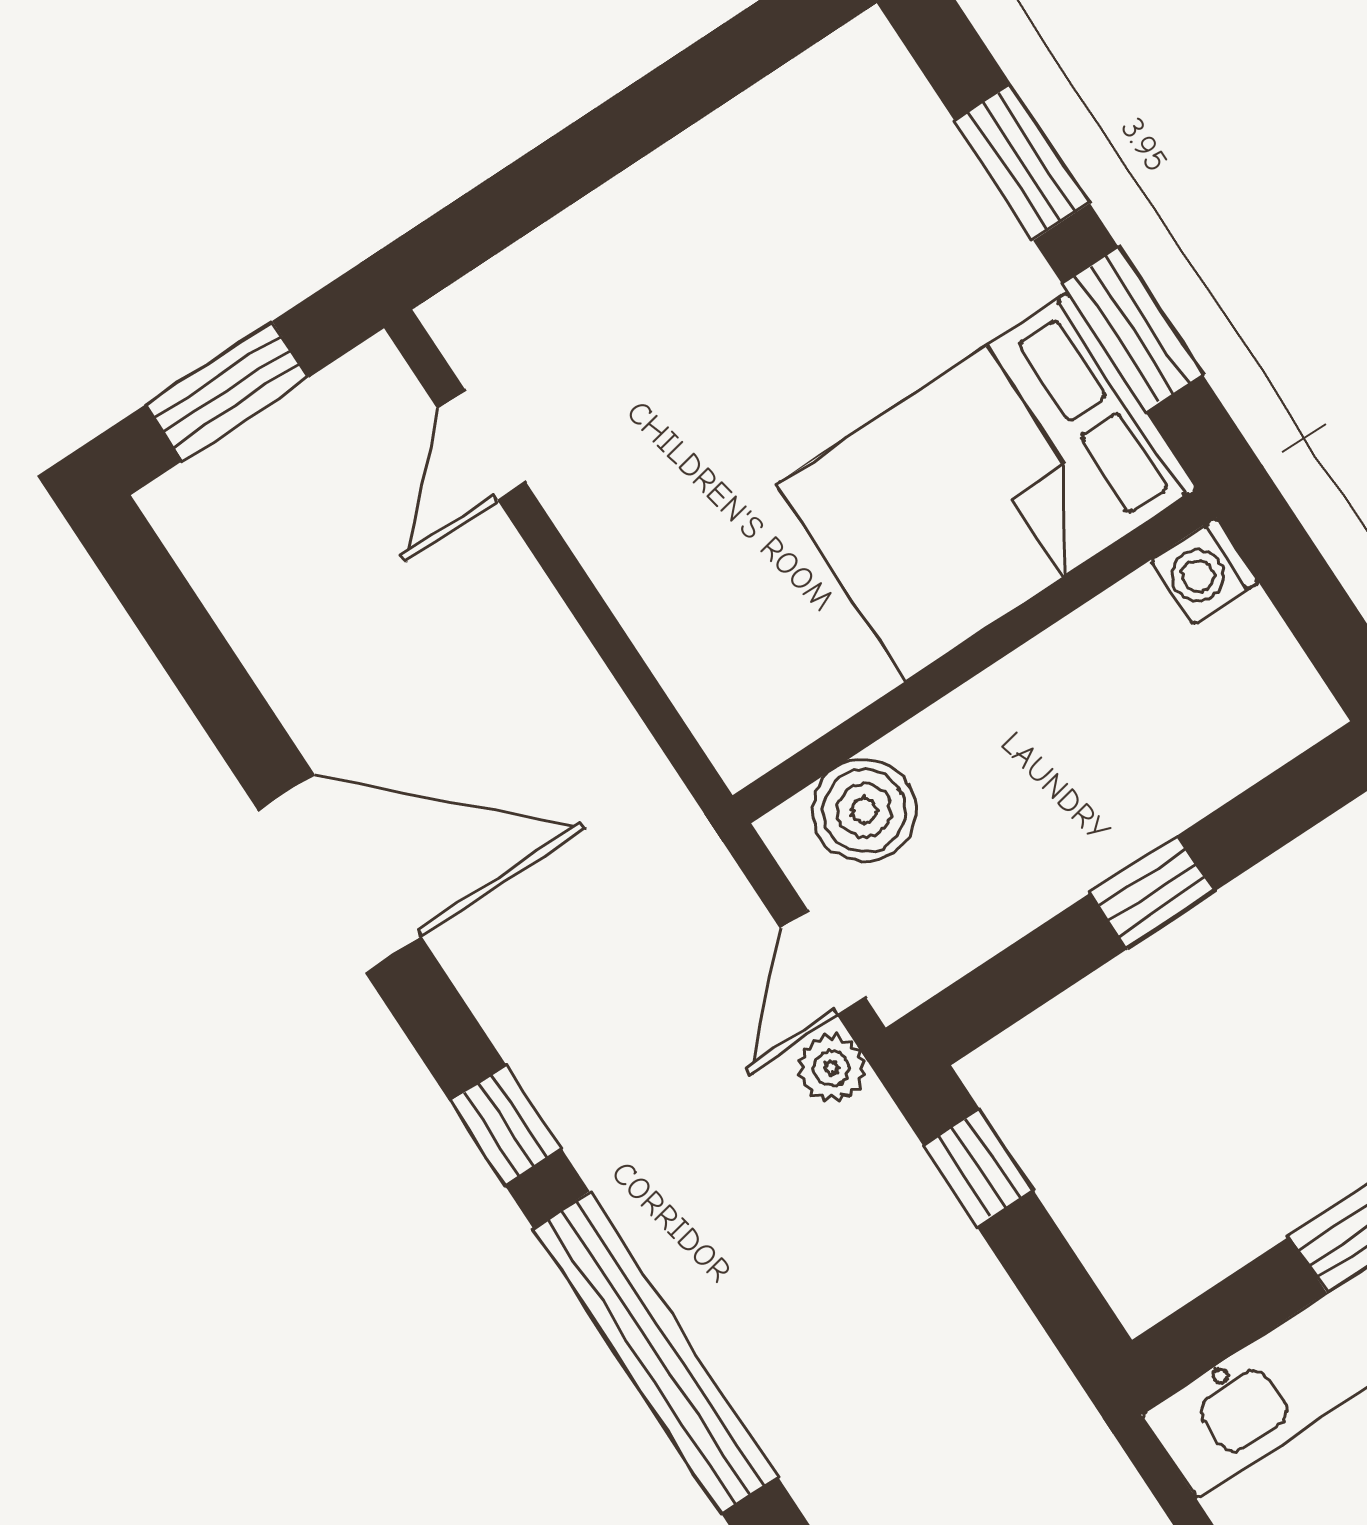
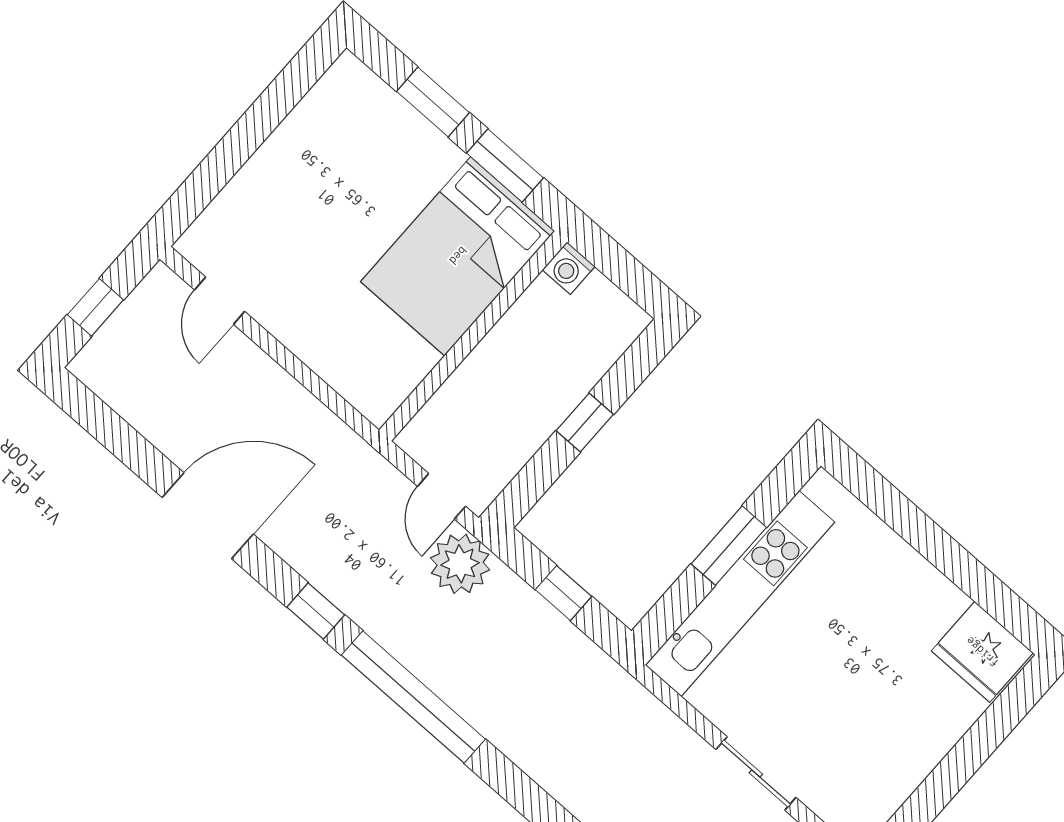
window: (227, 391) -> (95, 307), width x0.67
boiler: (864, 810) -> (442, 421), removed
plant: (831, 1068) -> (460, 564), width x1.87, depth x1.87
window: (978, 1168) -> (563, 593), moved

